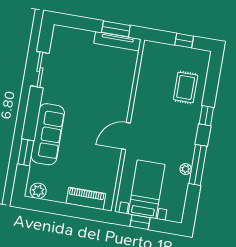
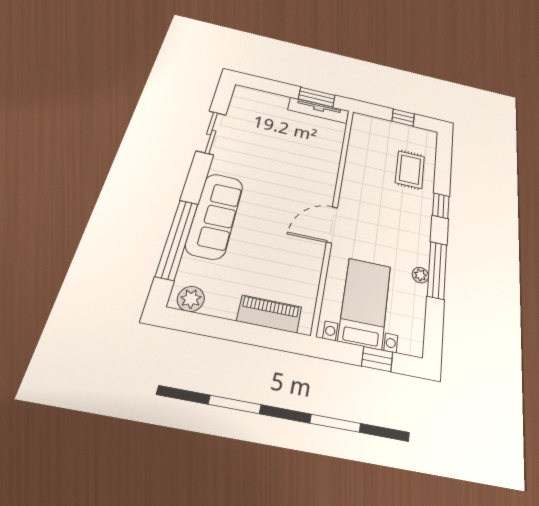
window: (26, 152) -> (177, 239), width x2.11
window: (140, 222) -> (377, 359), moved

